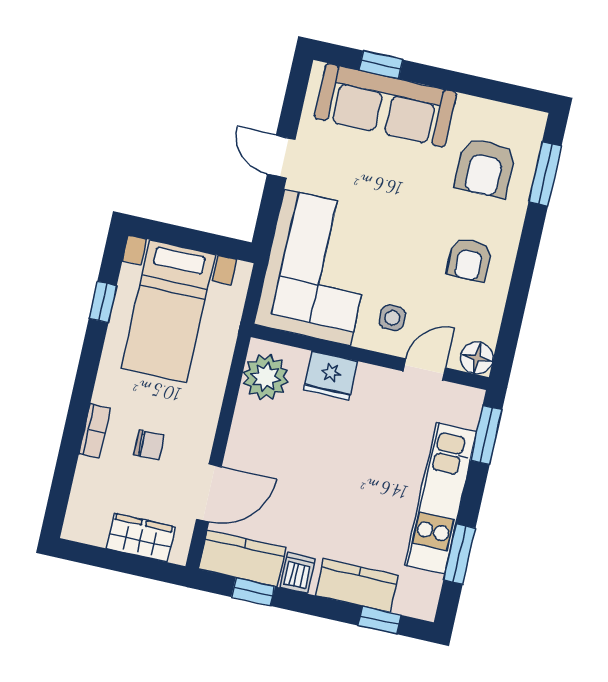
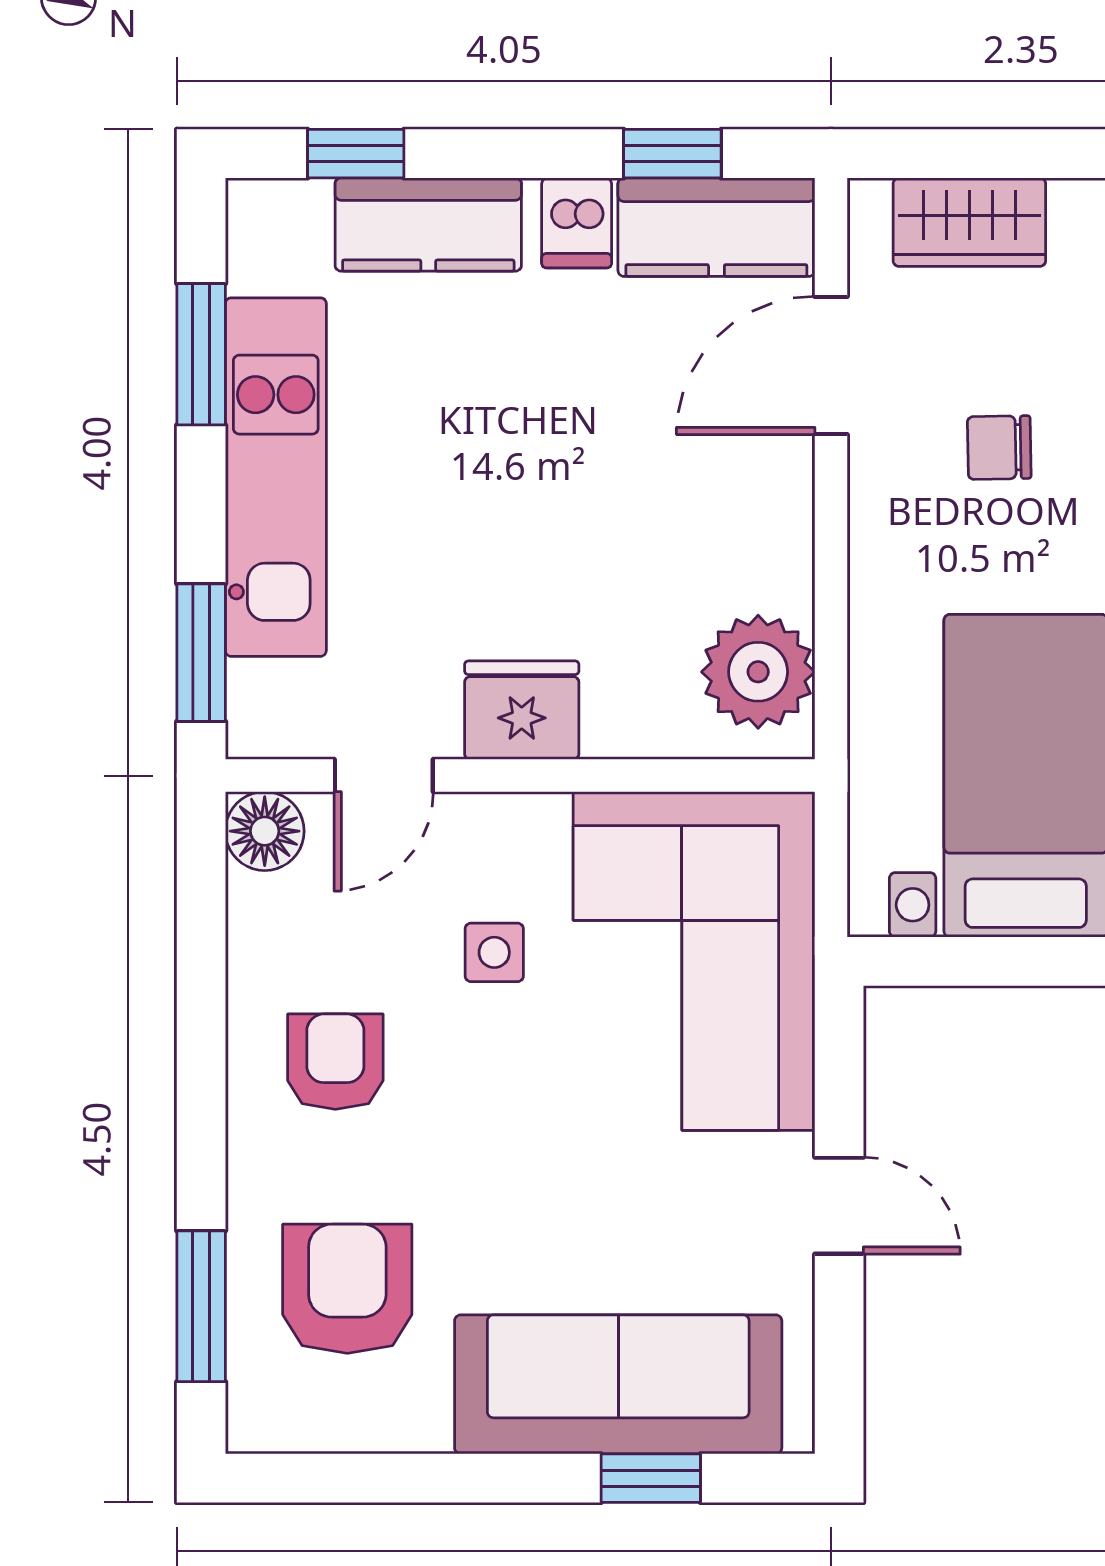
side table: (392, 318) -> (494, 952), moved
fridge: (330, 376) -> (522, 710), moved

